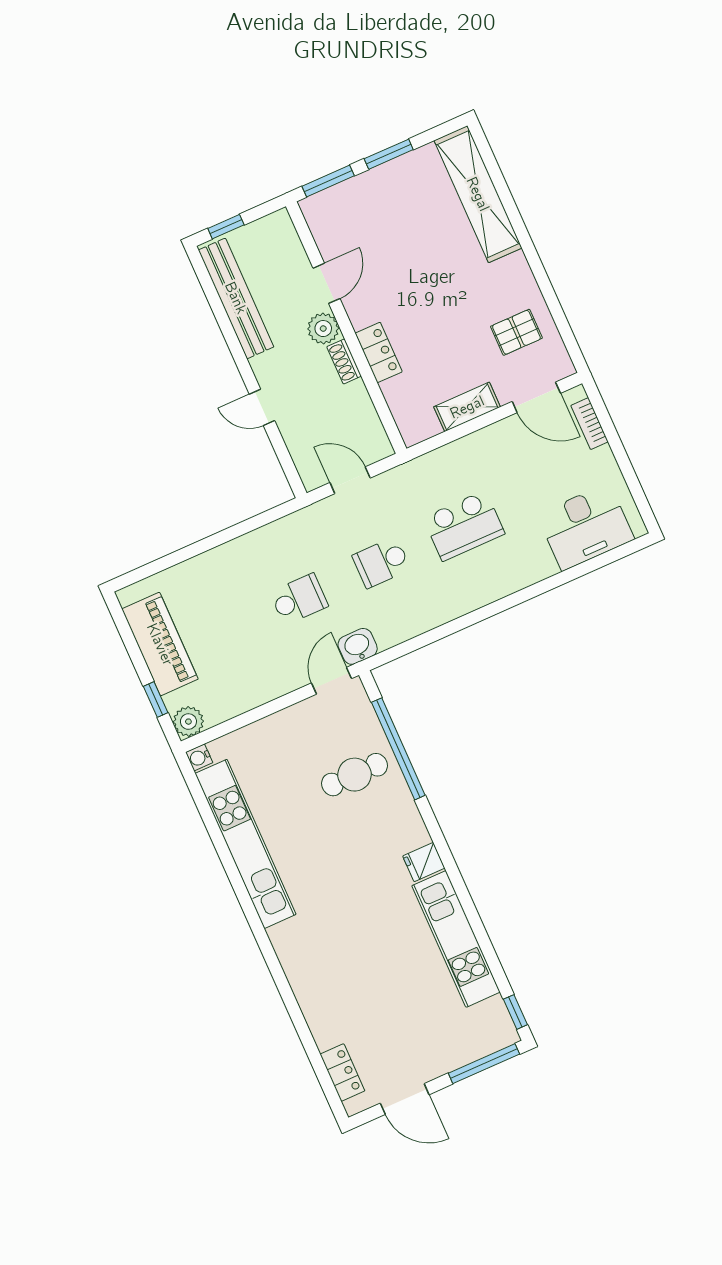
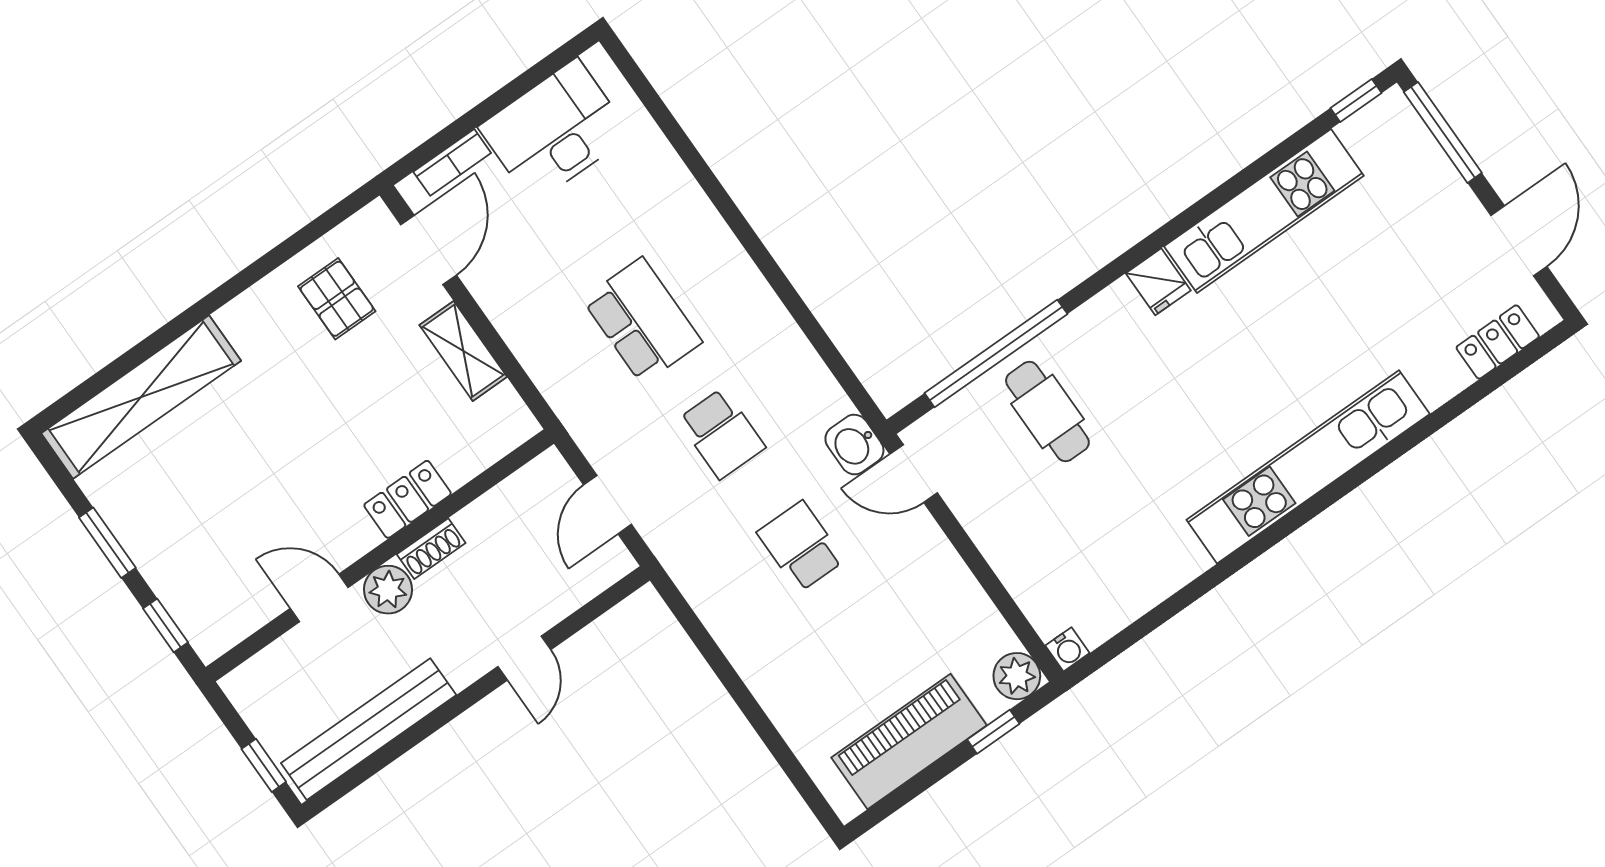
window: (328, 181) -> (166, 625), width x0.67
desk: (586, 527) -> (555, 131), moved, turned -90
kitchen unit: (246, 844) -> (1308, 467), moved

